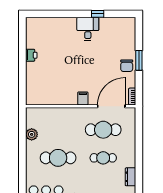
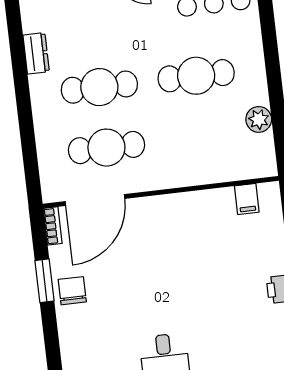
window: (139, 60) -> (44, 281), moved
filing cabinet: (83, 98) -> (247, 199), moved
cafe table: (103, 158) -> (99, 87), width x1.37, depth x1.35

